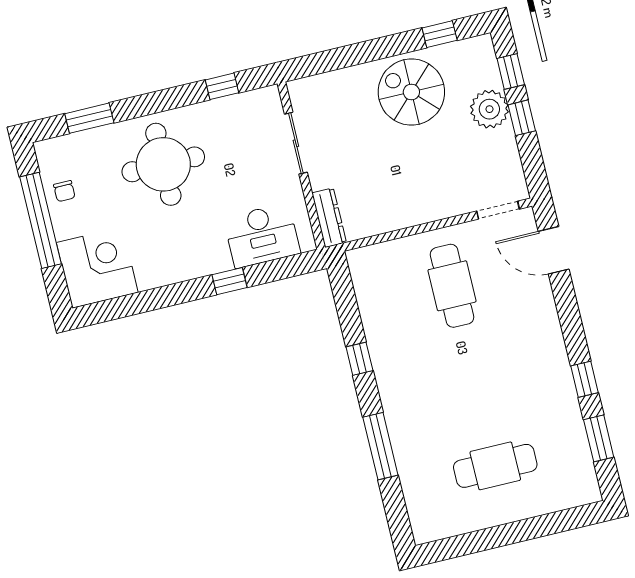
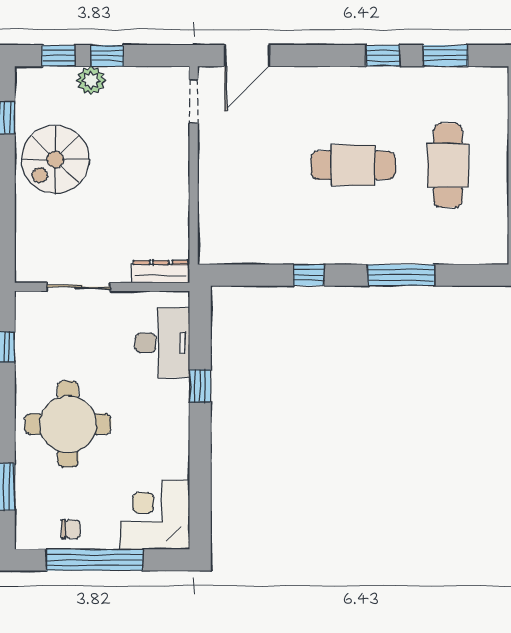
plant: (489, 109) -> (91, 81), width x0.73, depth x0.73
cafe table: (452, 286) -> (353, 165), moved

